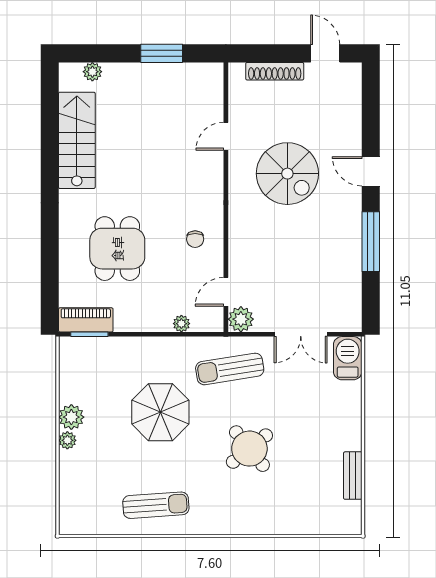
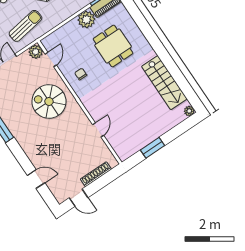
plant: (92, 72) -> (189, 111), moved
door: (371, 171) -> (36, 179), moved
spiral stairs: (287, 174) -> (49, 101), moved
plant: (181, 324) -> (86, 20), moved, width x1.88, depth x1.88

